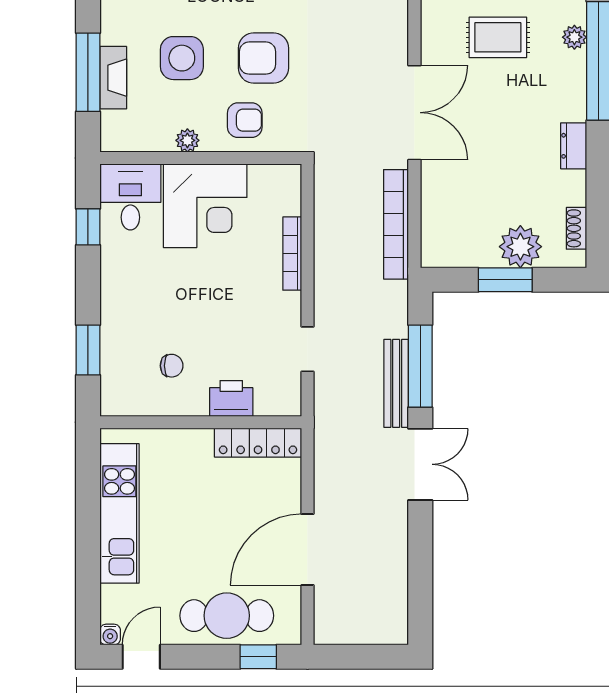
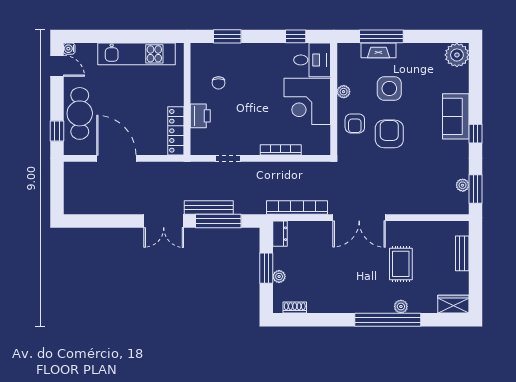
dresser: (574, 146) -> (280, 234), moved, turned 90
plant: (520, 247) -> (279, 277), width x0.53, depth x0.53

